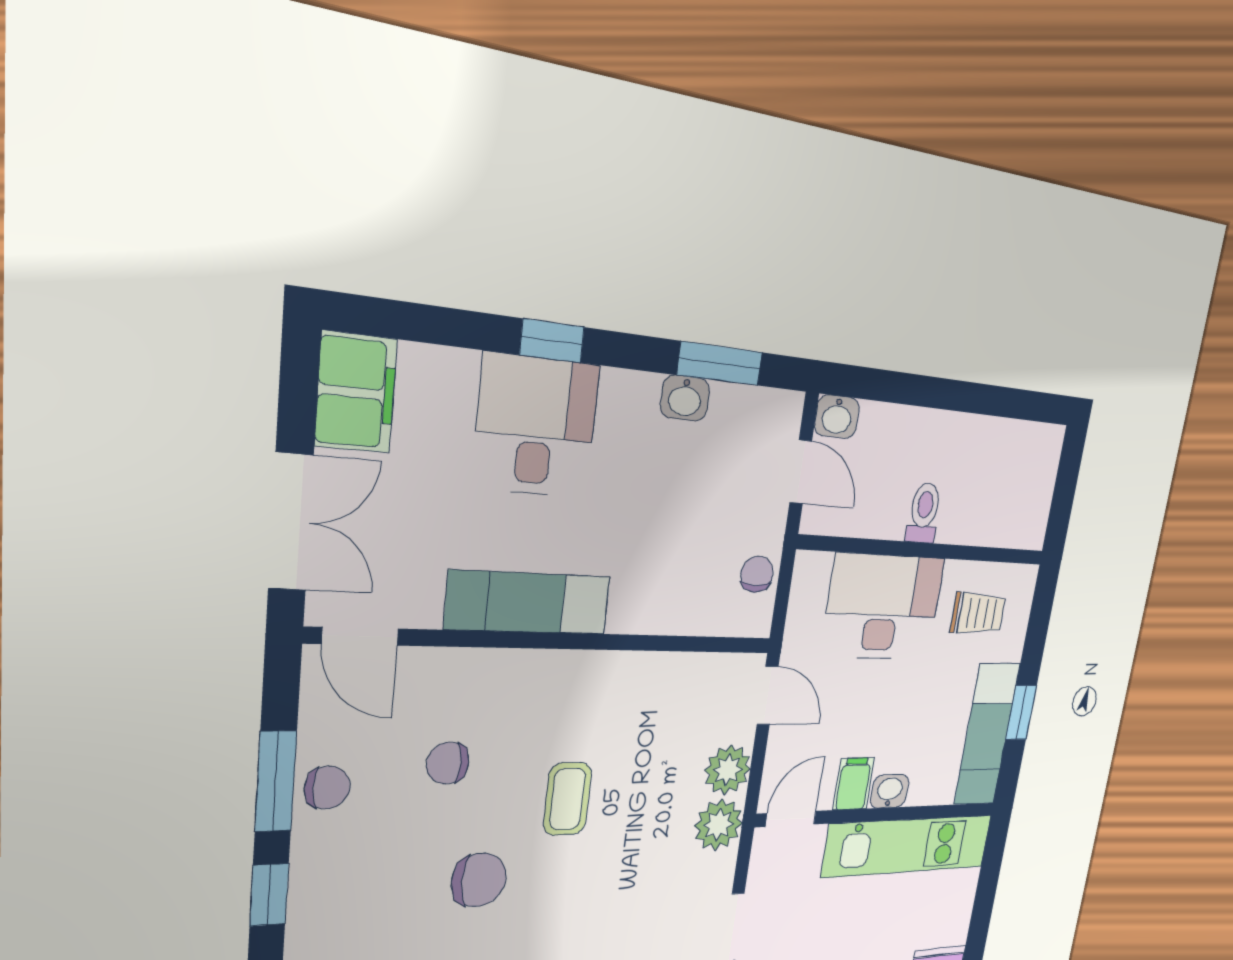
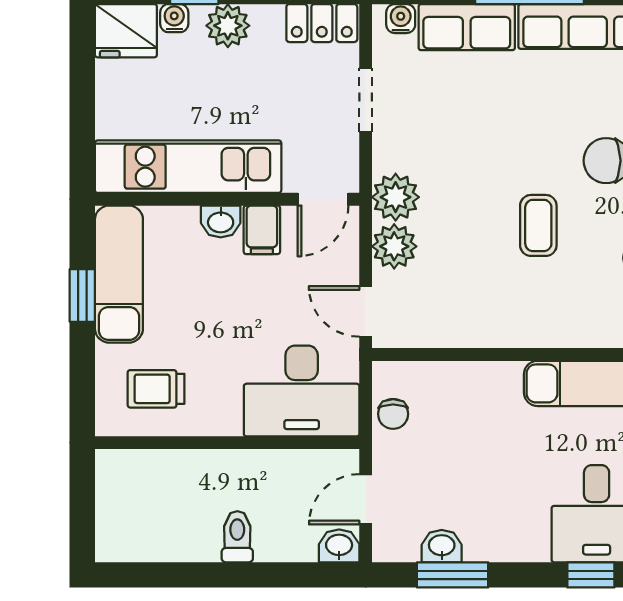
washbasin: (685, 398) -> (442, 546), moved
door: (801, 472) -> (366, 499), hinge flipped
toilet: (924, 513) -> (237, 537), moved, turned 180
desk: (883, 607) -> (302, 391), moved

